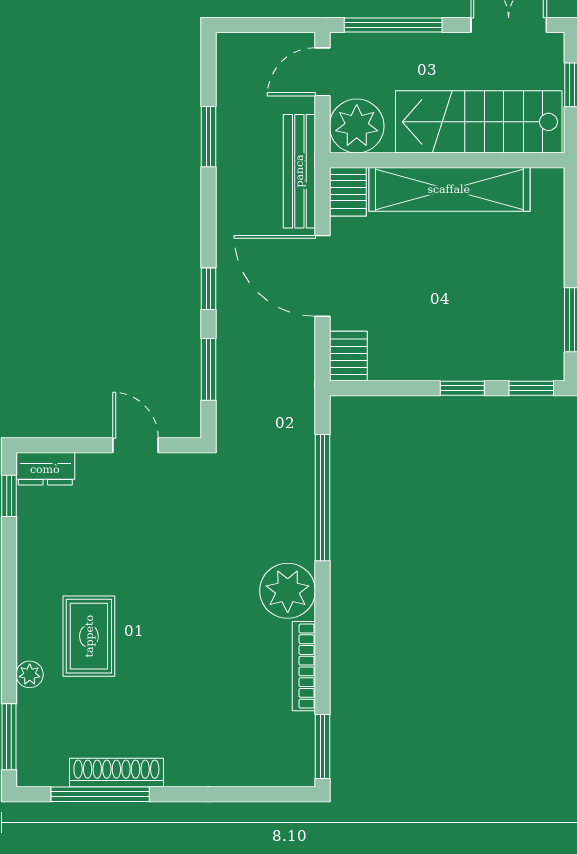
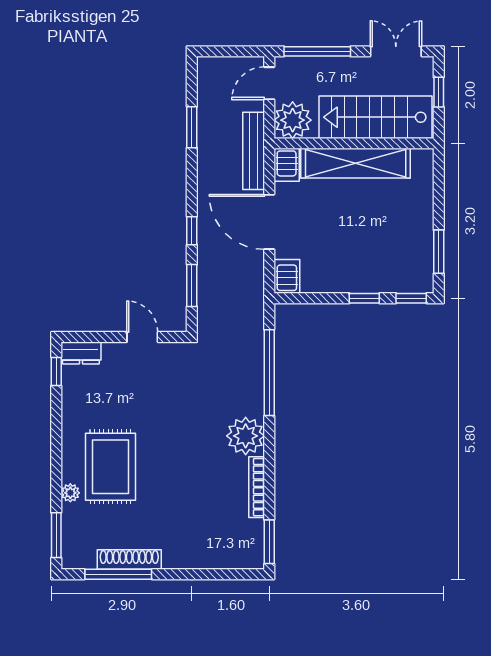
rug: (89, 636) -> (111, 467), width x1.36, depth x1.43

